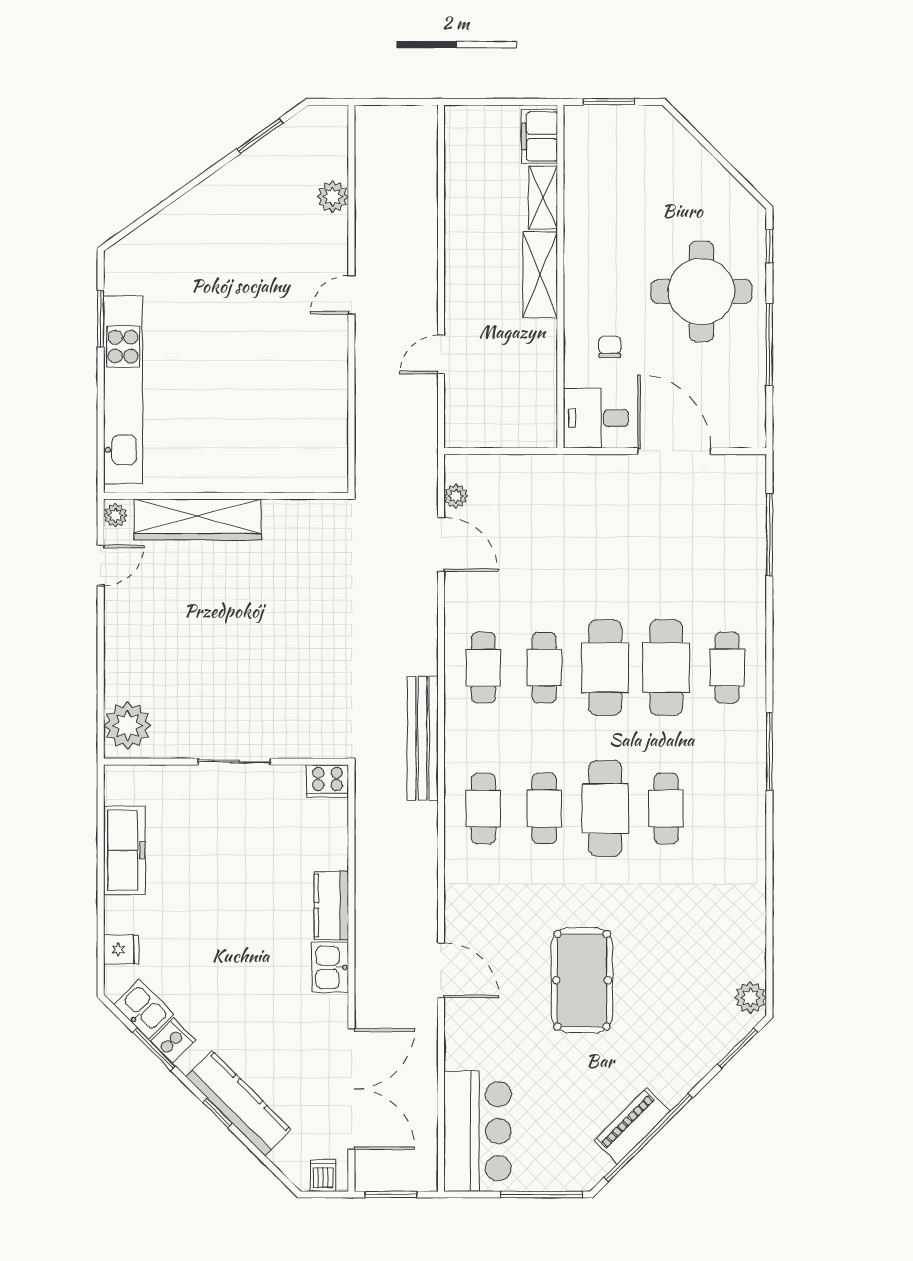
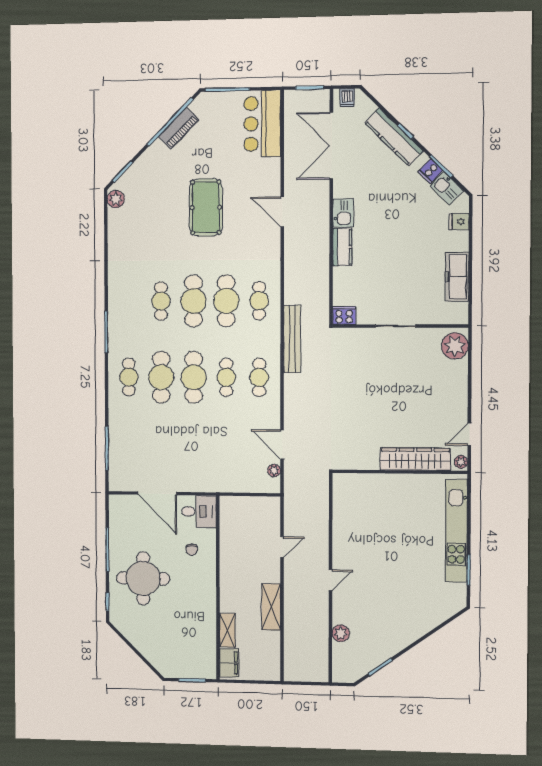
shelving: (540, 275) -> (271, 607), moved
cafe table: (544, 808) -> (226, 301), width x1.37, depth x1.35

